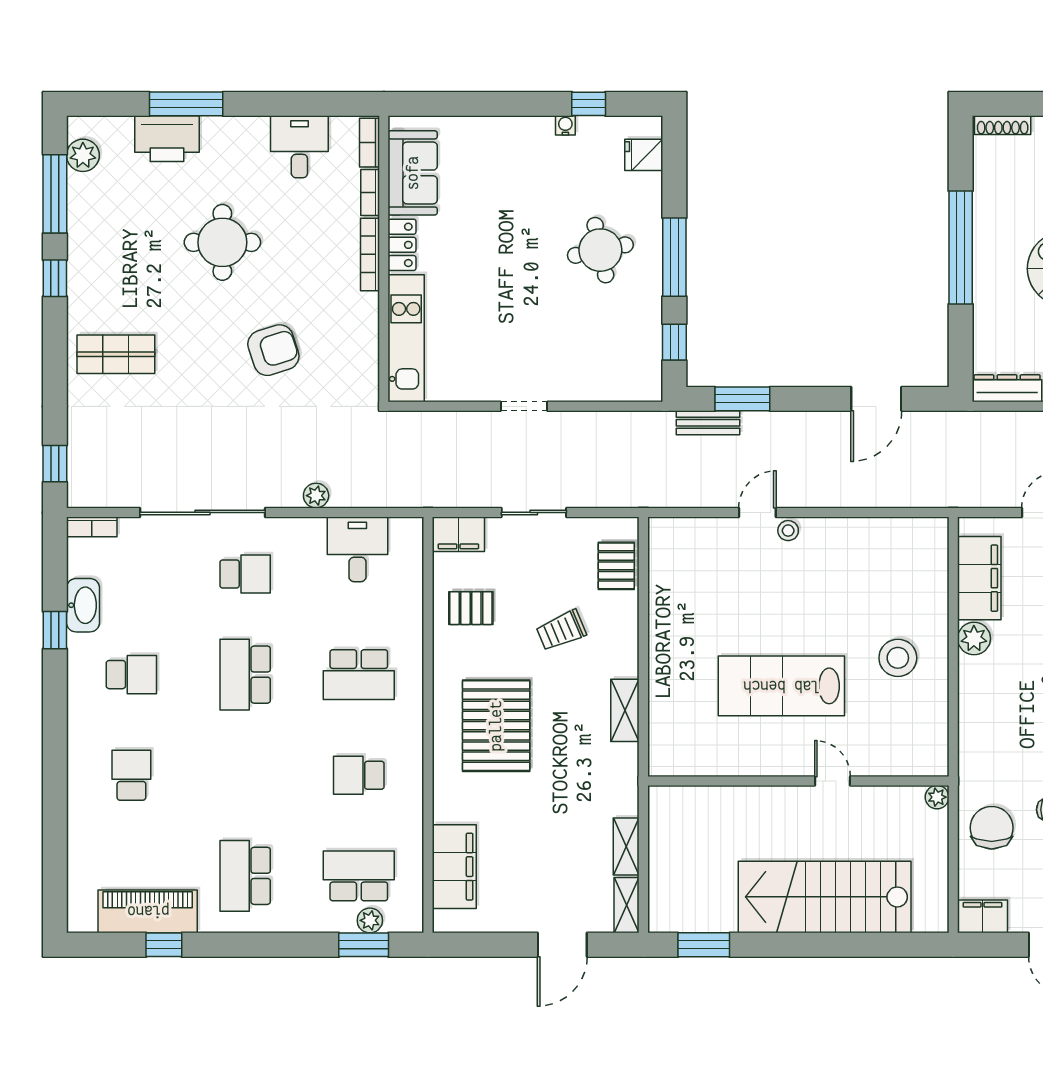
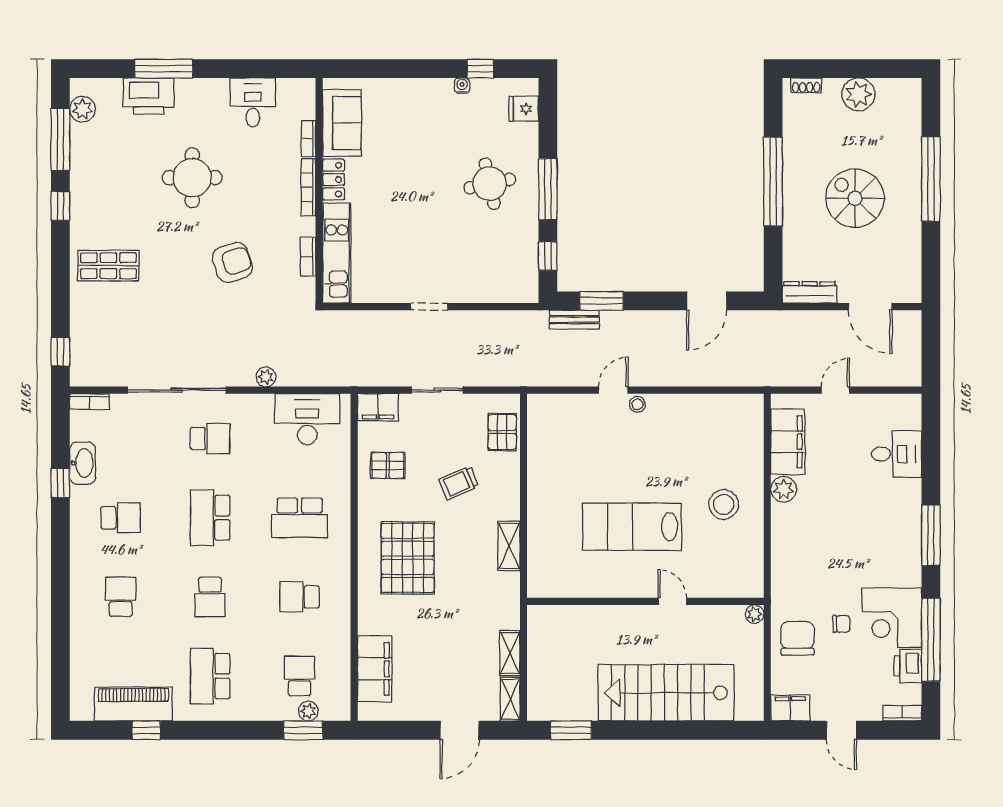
shoe rack: (1003, 125) -> (806, 85), width x0.70
bookcase: (370, 143) -> (308, 257), moved
desk: (357, 549) -> (307, 419), width x1.37
school desk: (245, 775) -> (210, 597), added
school desk: (359, 876) -> (300, 676), width x0.54

